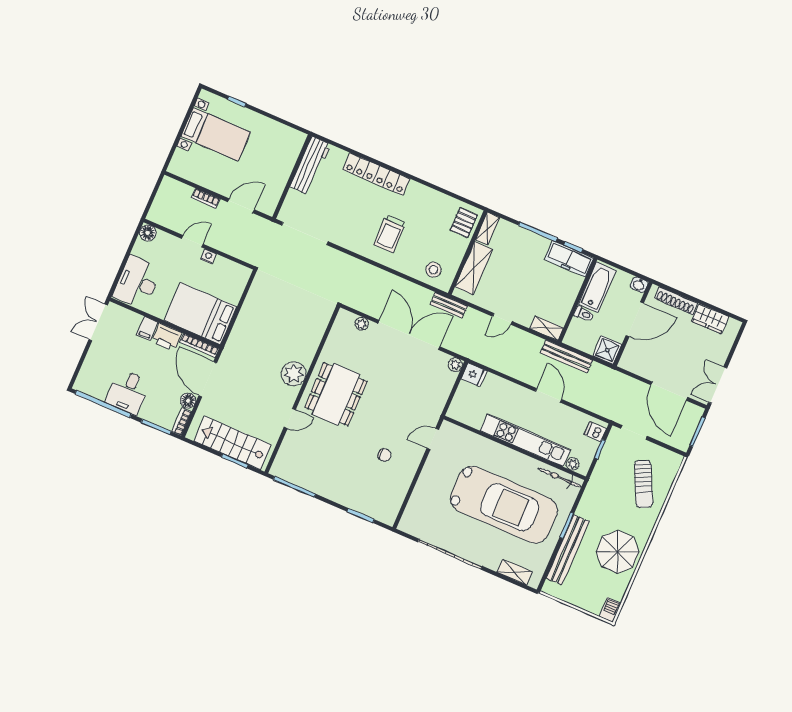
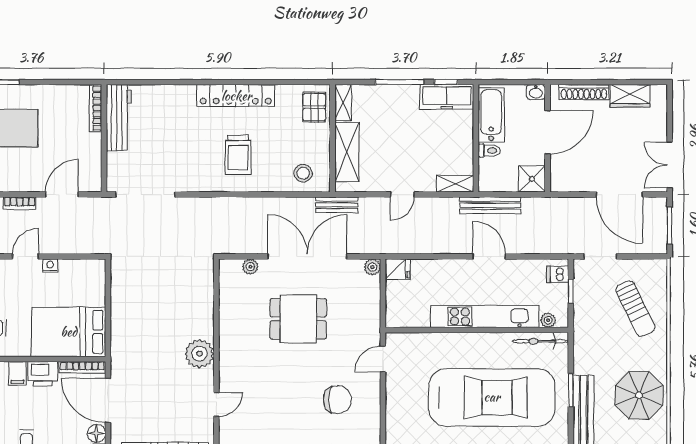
bookcase: (296, 151) -> (96, 108), added
locker: (376, 174) -> (236, 96), moved
dining table: (336, 394) -> (298, 319), moved, width x0.73
chair: (384, 455) -> (337, 400), width x1.87, depth x1.87

